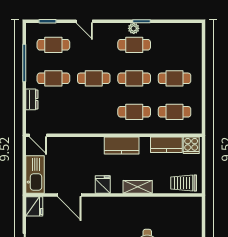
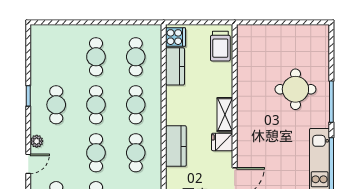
plant: (134, 28) -> (37, 141), moved
cafe table: (94, 112) -> (136, 153), added
kitchen counter: (122, 146) -> (176, 146), moved
shelving: (138, 187) -> (225, 115), moved

